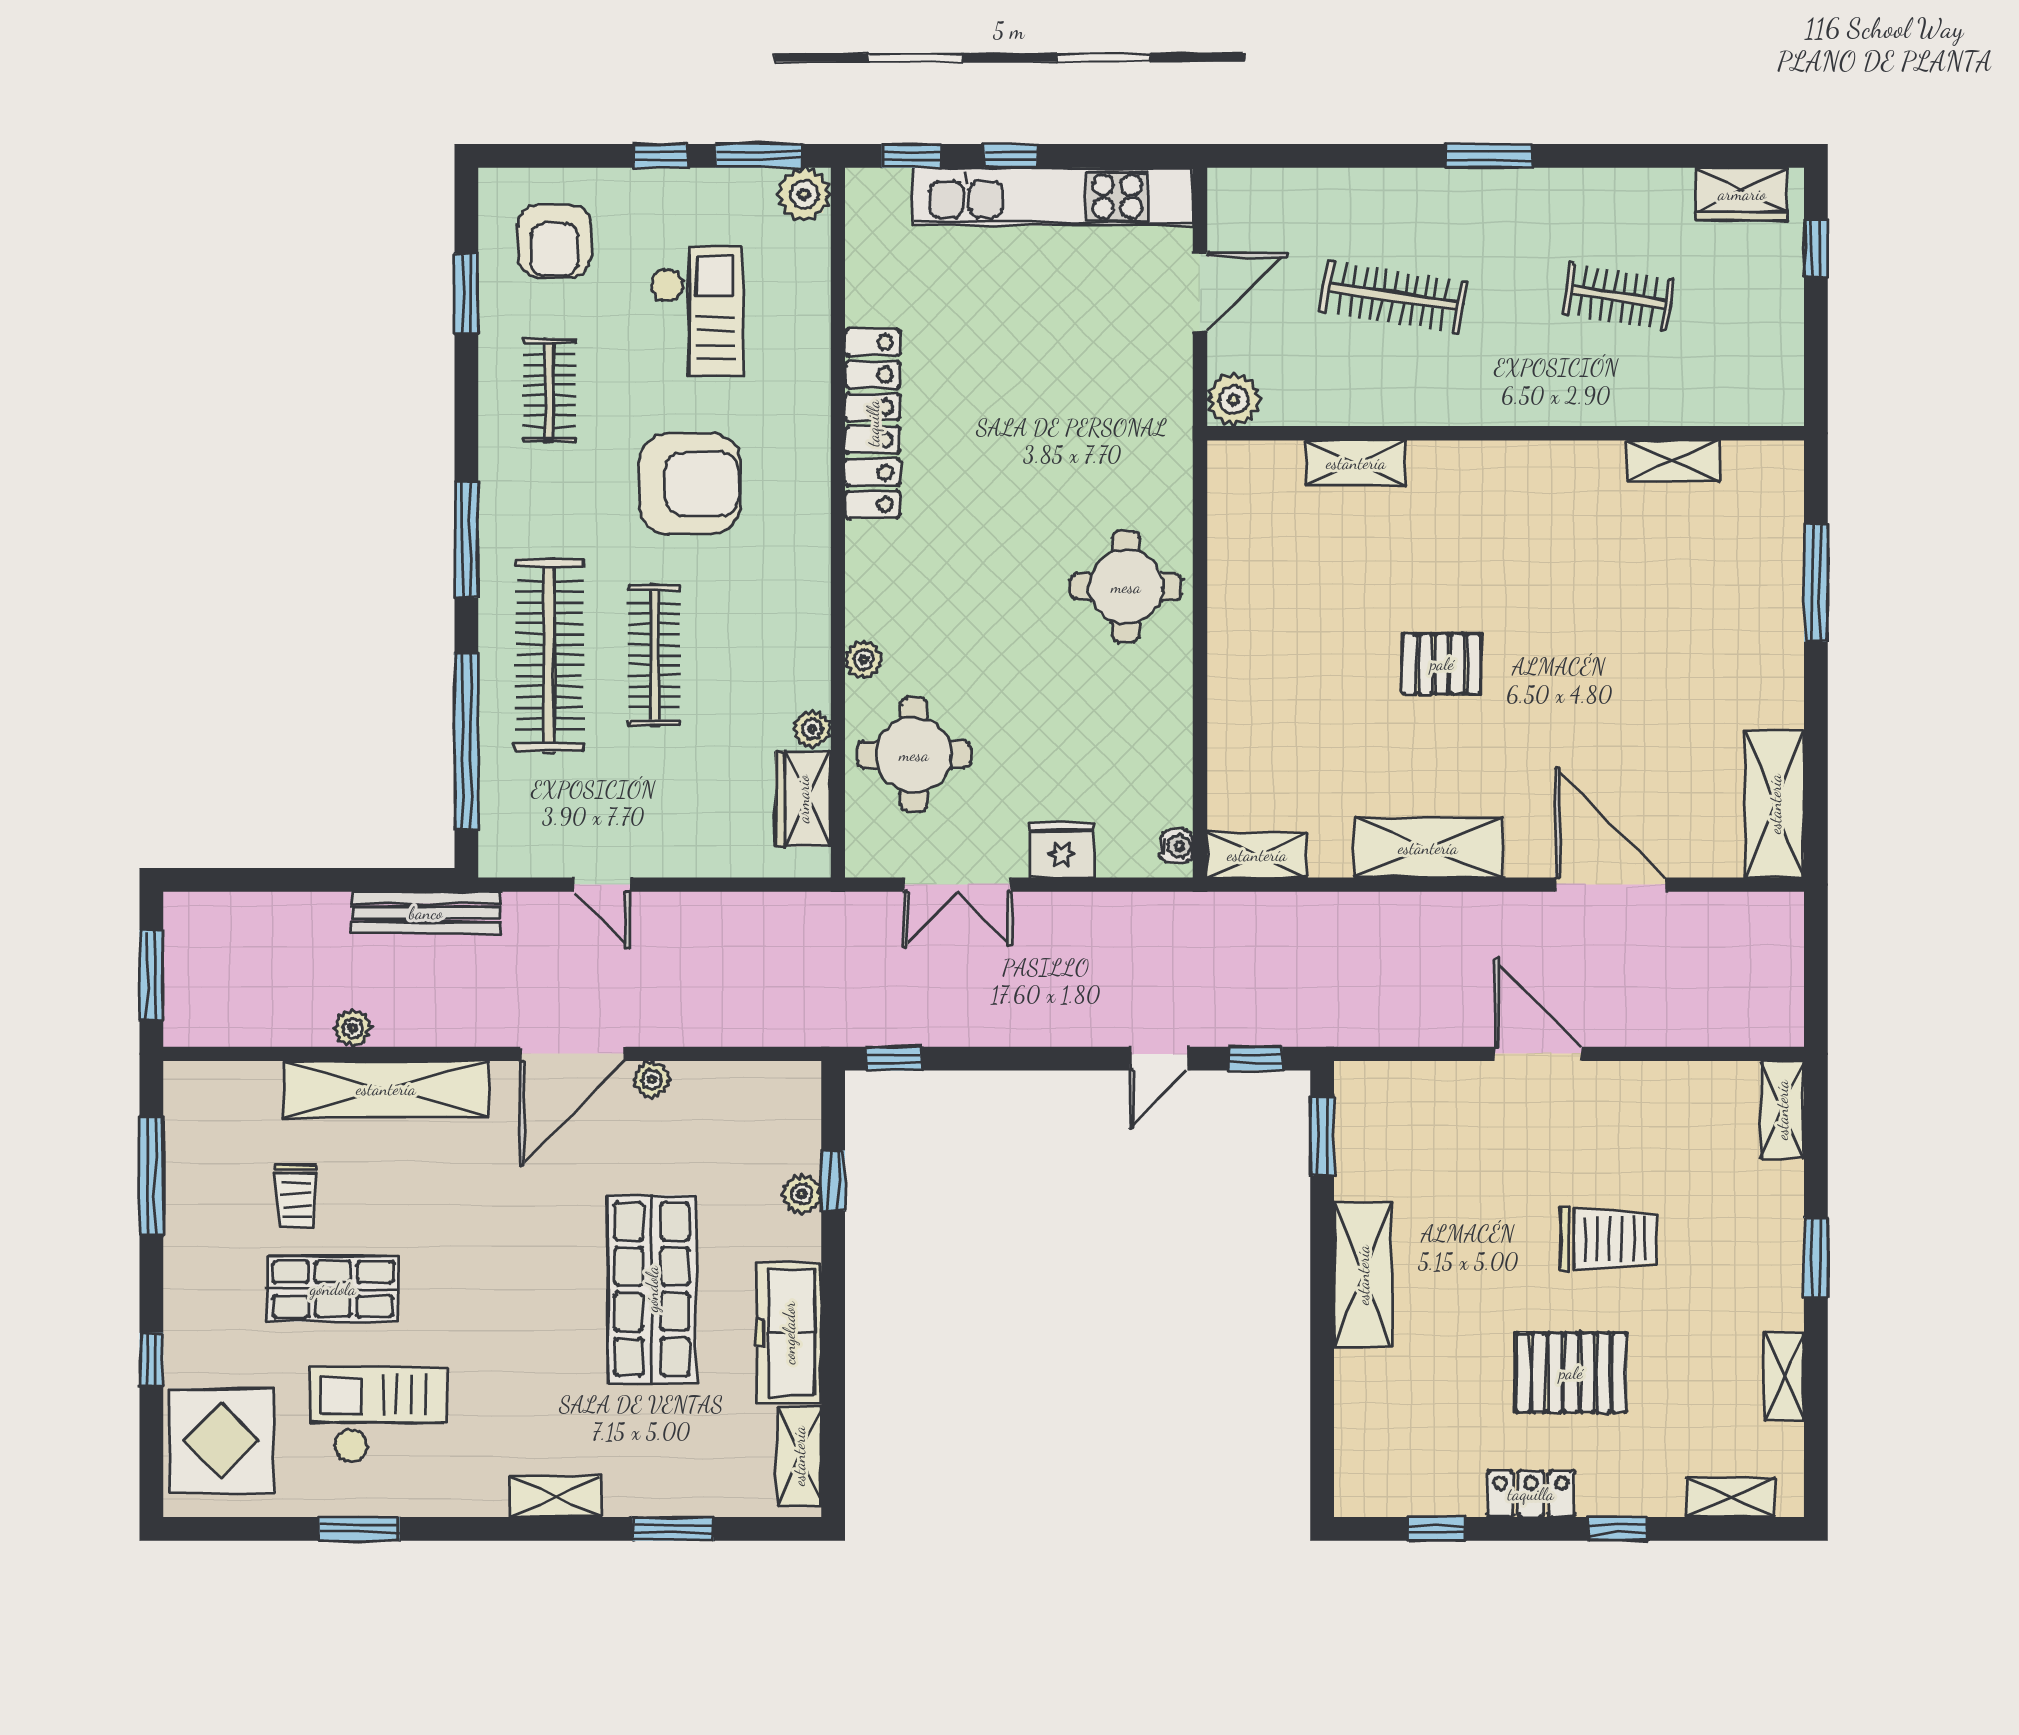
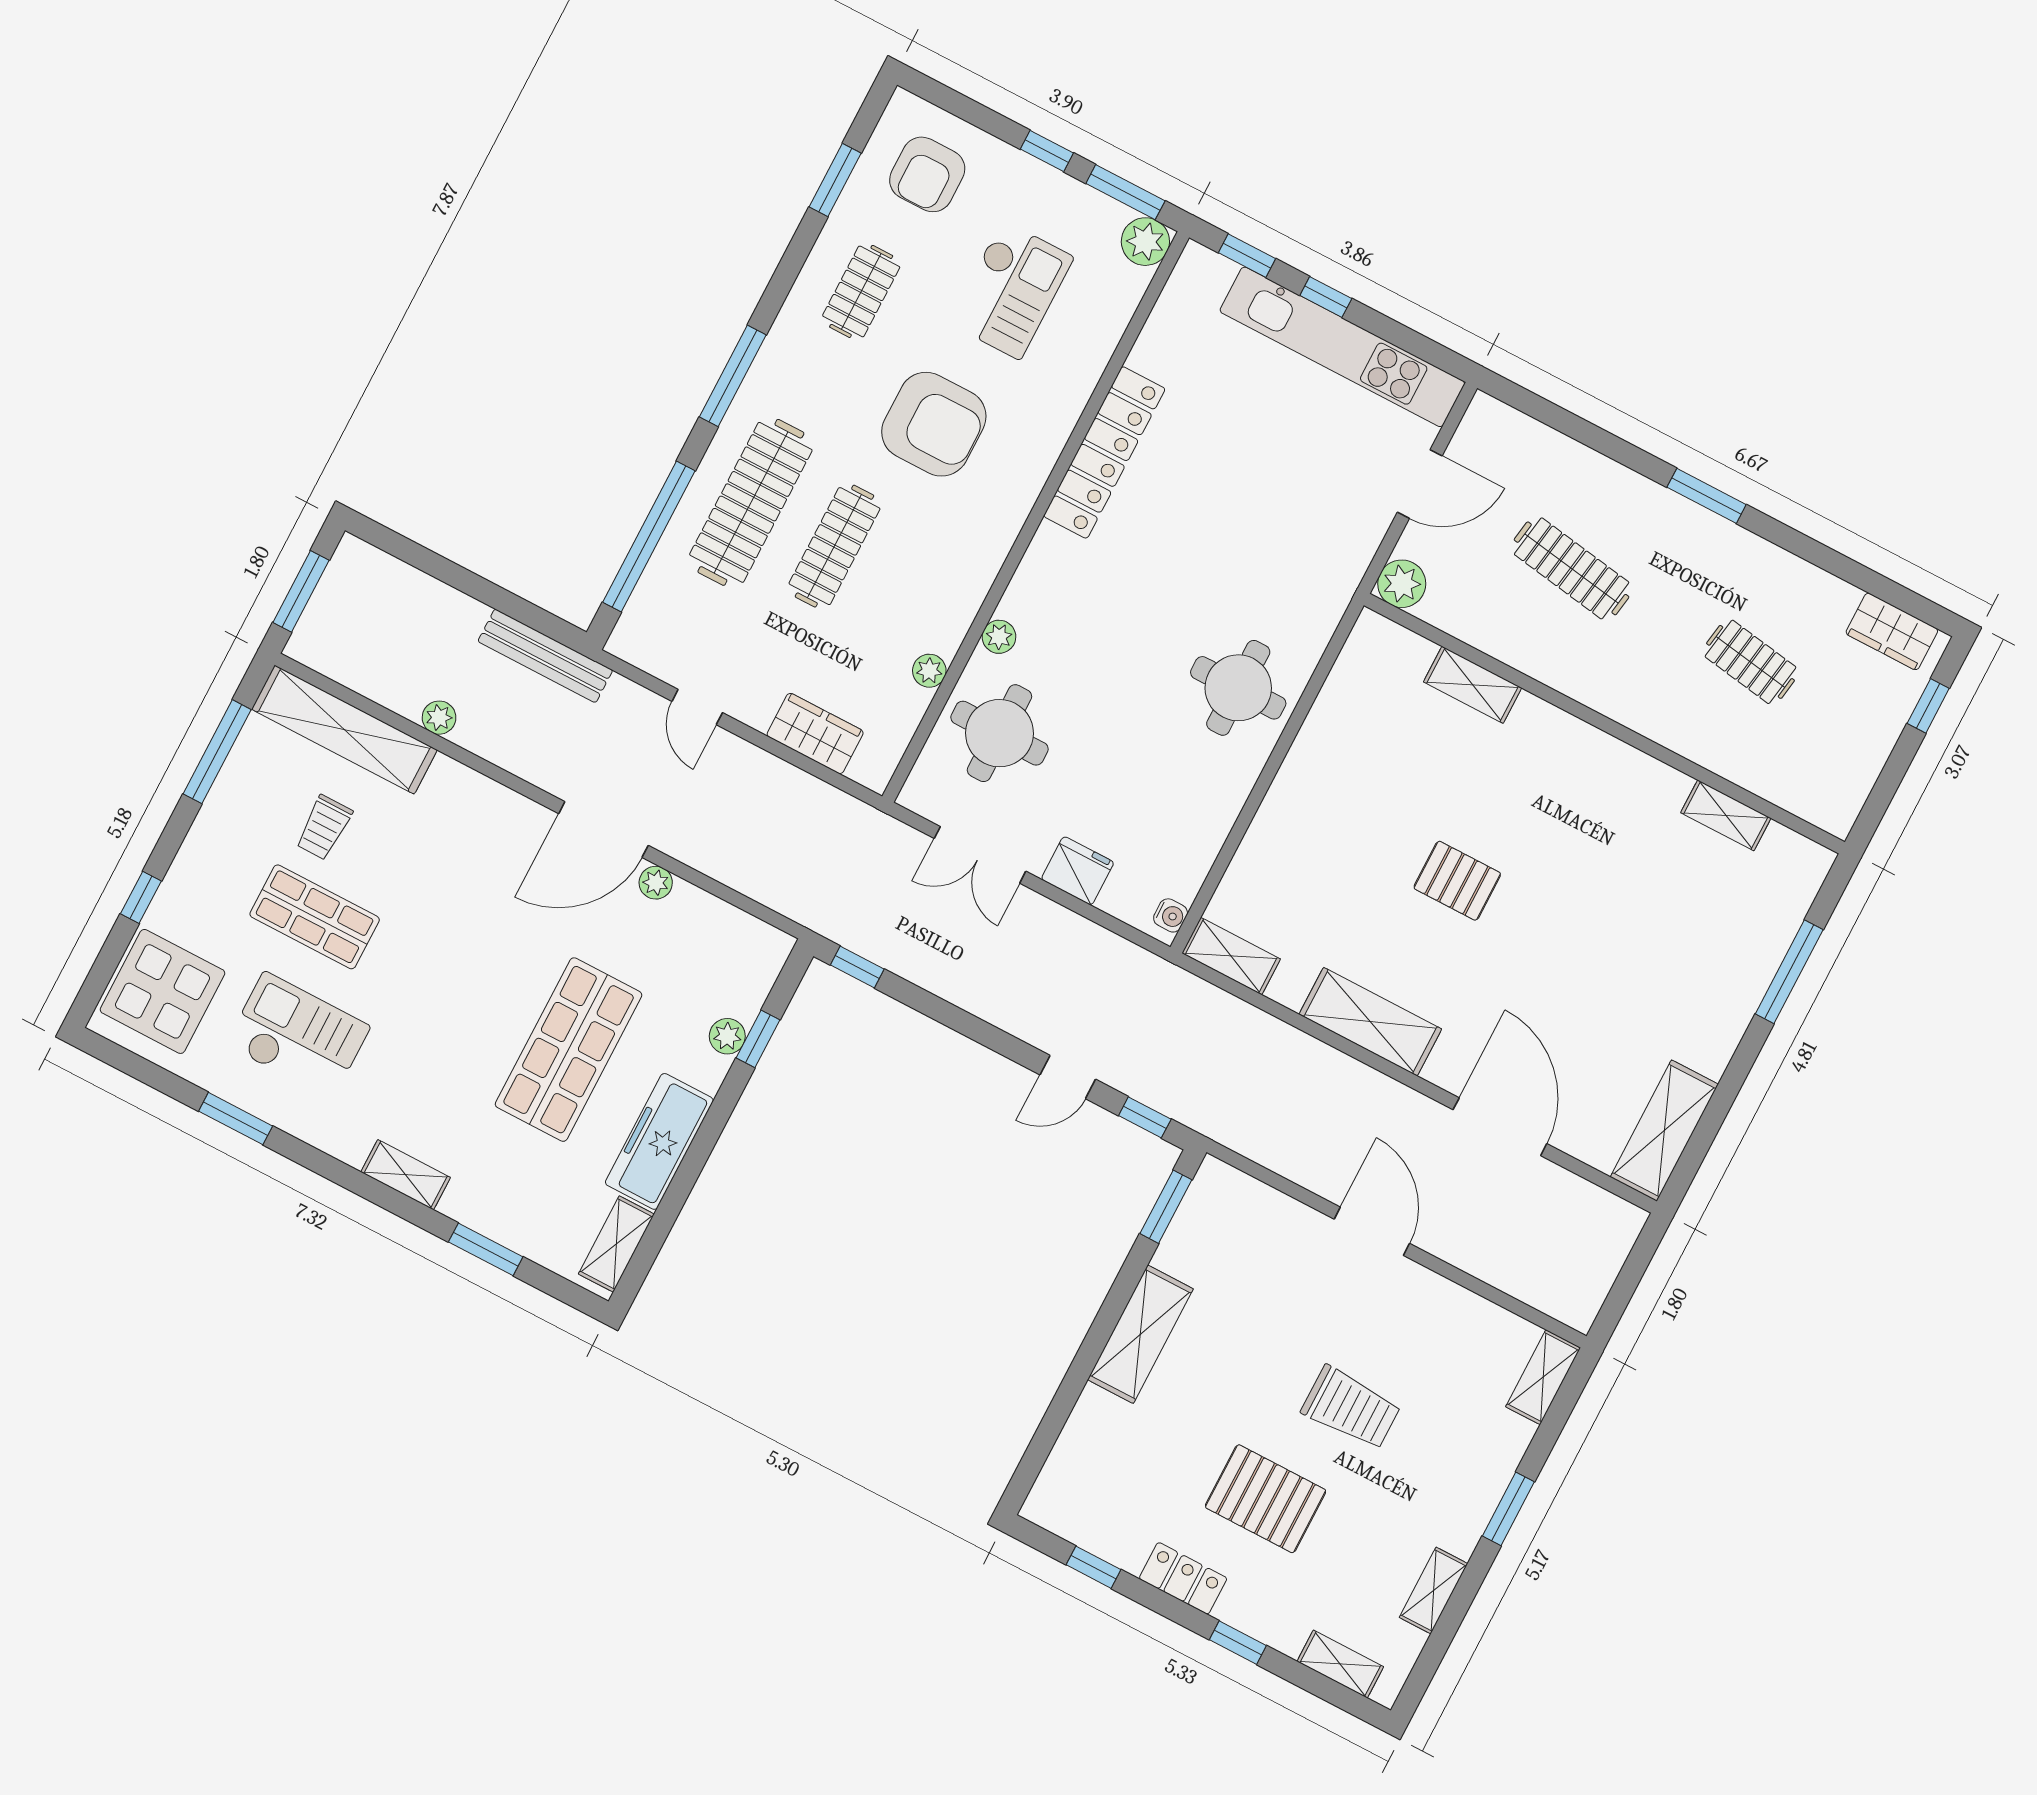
wardrobe: (803, 799) -> (815, 733), moved, turned 90
shelving: (386, 1089) -> (344, 730), moved

